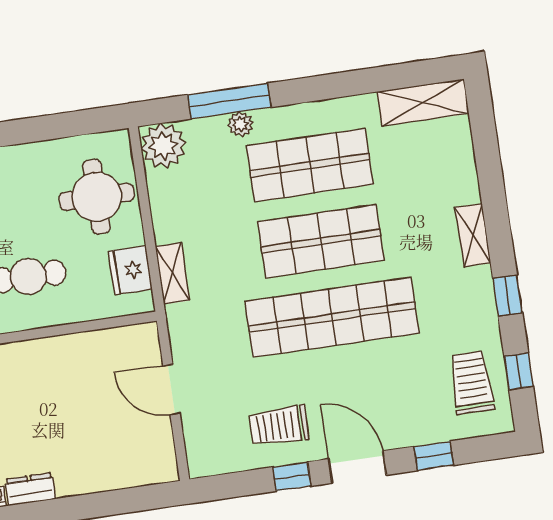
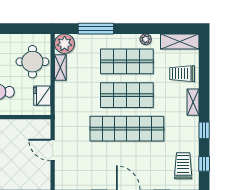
plant: (240, 124) -> (146, 39), moved
shelving: (172, 273) -> (60, 67), moved
trolley: (279, 426) -> (182, 74), moved

